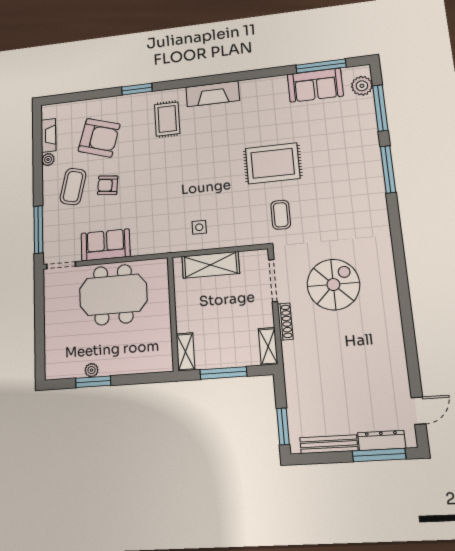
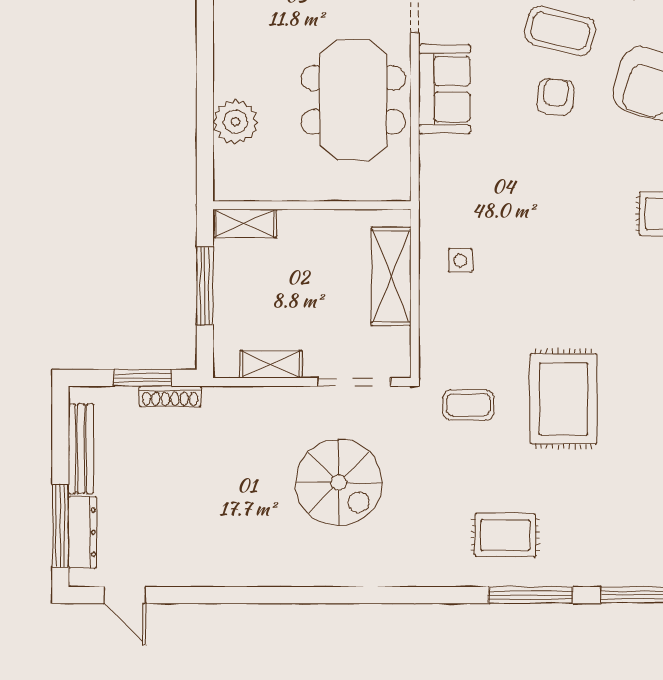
rug: (354, 187) -> (505, 535), added
shoe rack: (285, 321) -> (170, 396), moved
shelving: (268, 346) -> (271, 364), moved
plant: (92, 370) -> (235, 122), moved, width x1.87, depth x1.87
window: (93, 382) -> (205, 59), removed
window: (283, 426) -> (143, 378), moved

